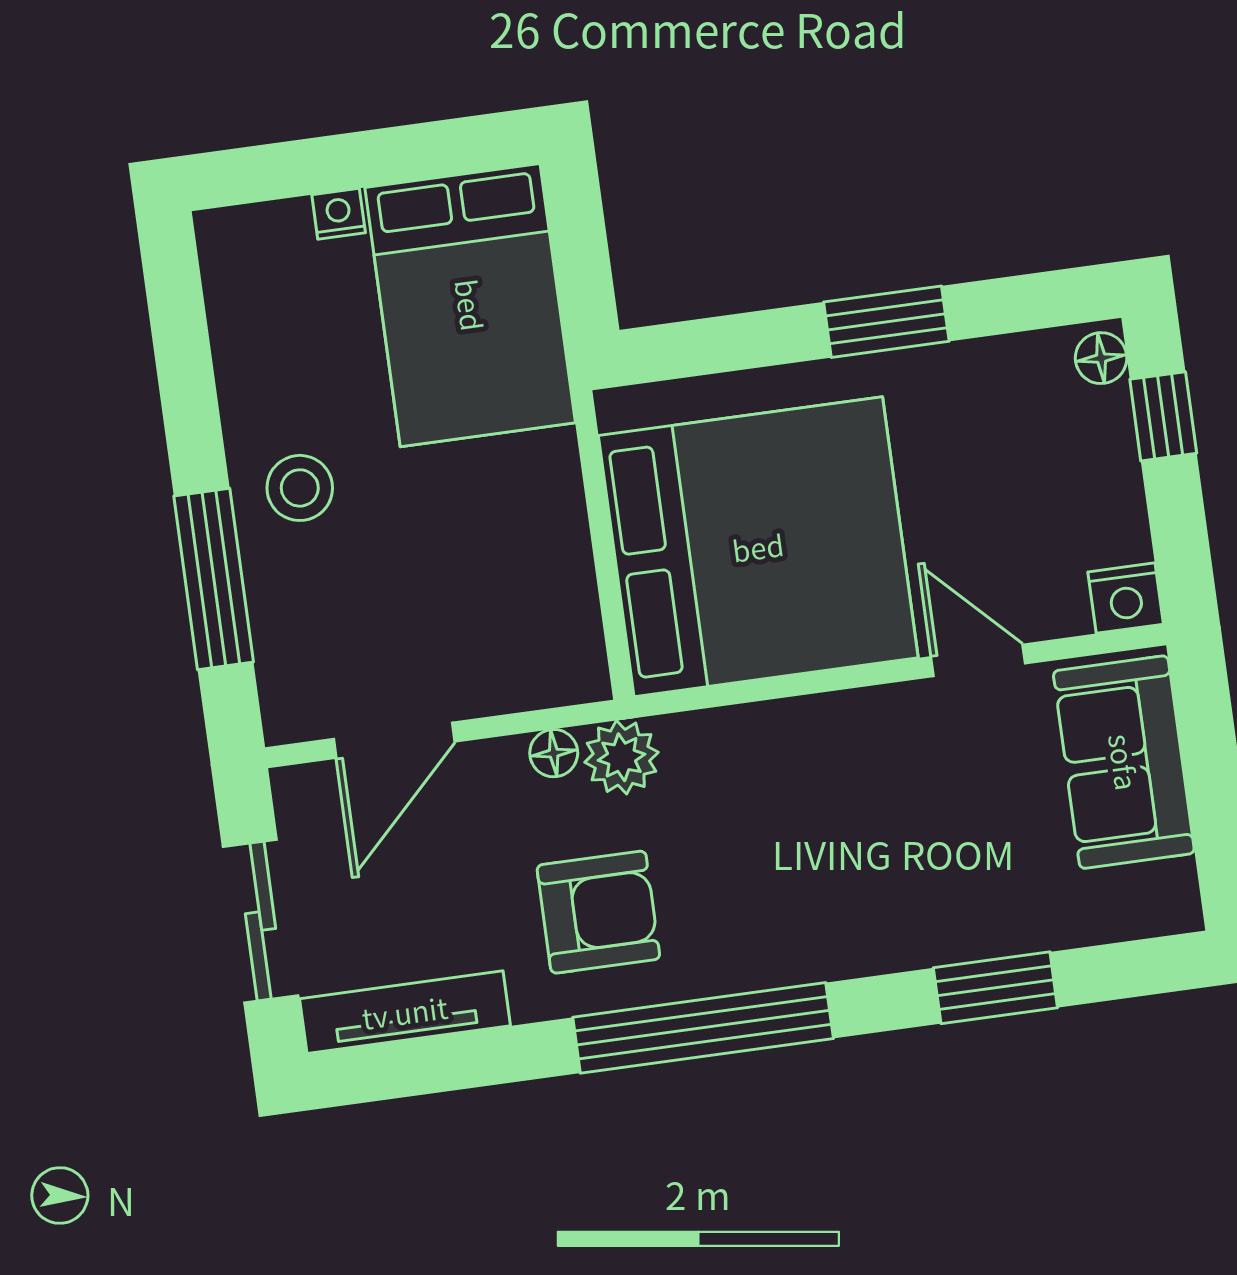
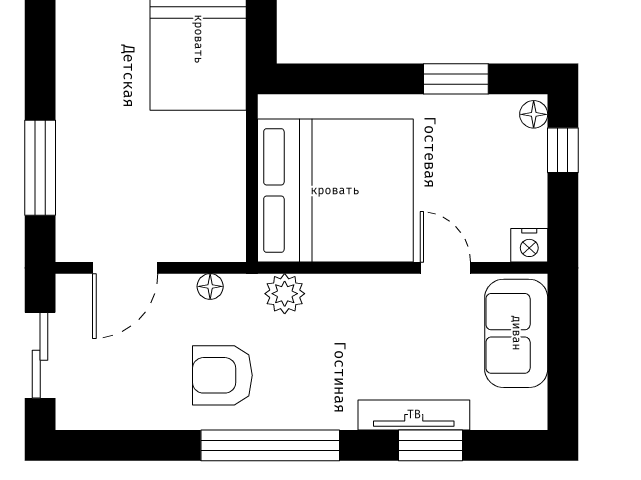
window: (886, 322) -> (456, 79), moved
stool: (300, 488) -> (93, 125), removed
plant: (621, 757) -> (285, 294), moved
armchair: (598, 912) -> (222, 375), turned 180
tv unit: (405, 1012) -> (414, 415), moved

